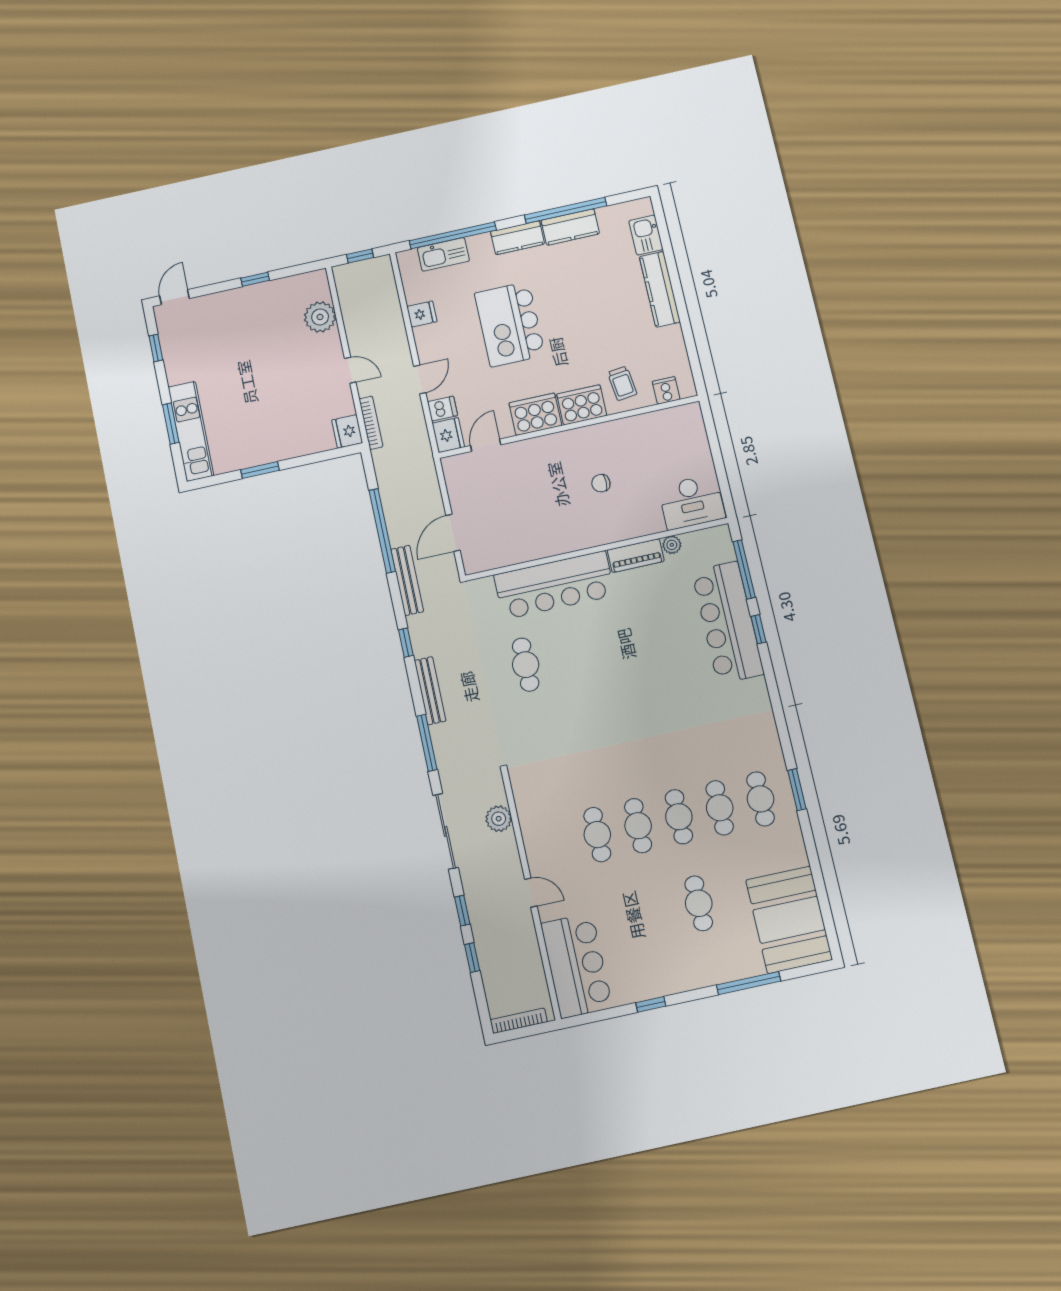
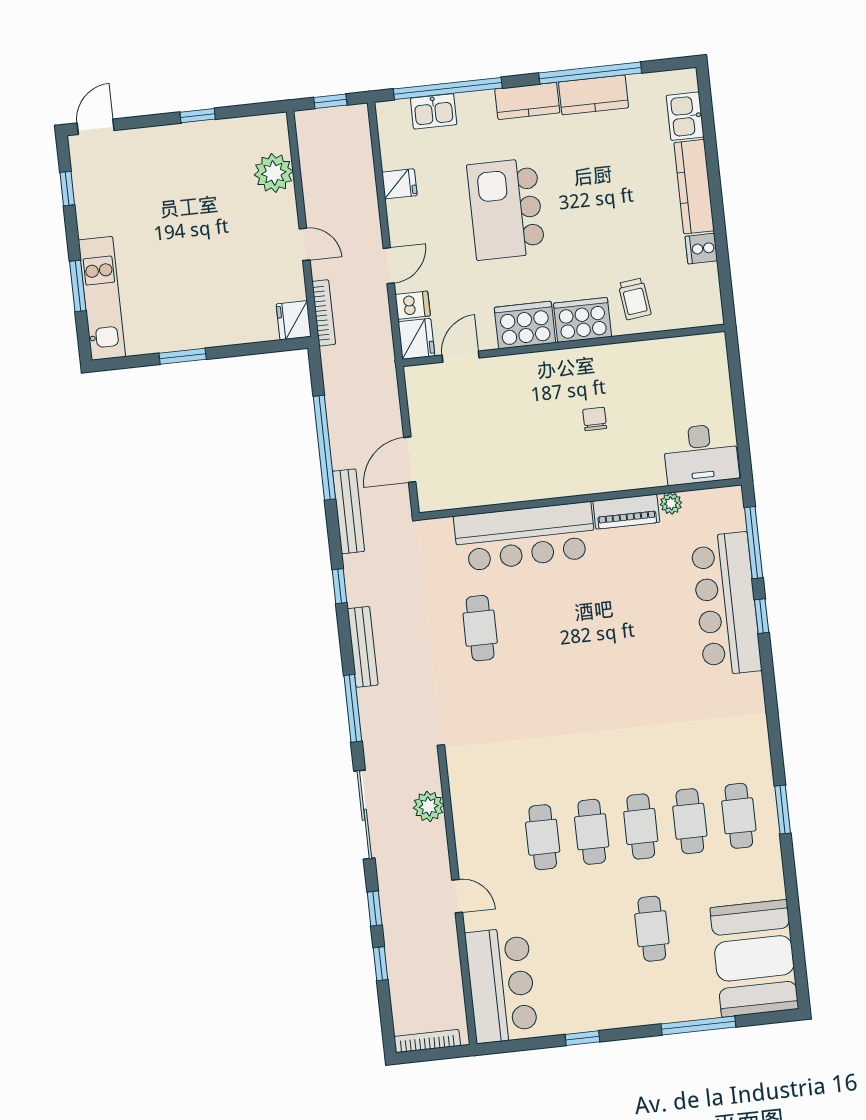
kitchen sink: (443, 254) -> (434, 111), width x0.73
cooker: (666, 390) -> (701, 249), moved, turned -90
chair: (601, 483) -> (595, 419), turned 90

